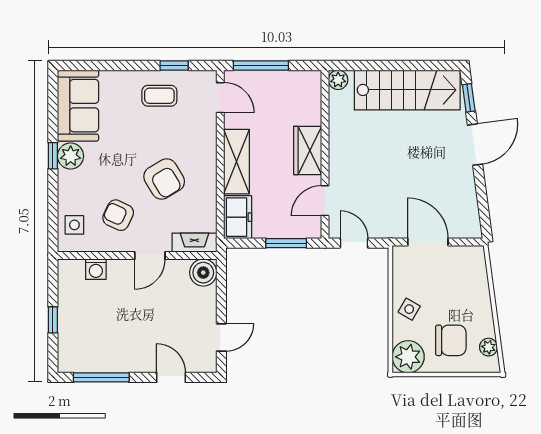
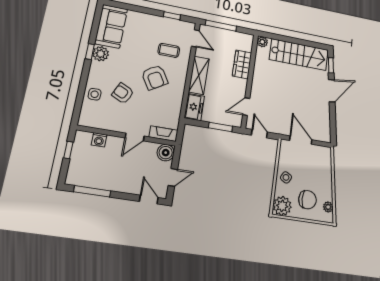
coffee table: (159, 96) -> (169, 50), moved
wardrobe: (308, 150) -> (242, 64), moved
fireplace: (194, 243) -> (163, 134), moved
wall: (137, 256) -> (127, 136), moved
door: (150, 256) -> (135, 137), moved
washing machine: (96, 269) -> (99, 140), moved
boiler: (203, 273) -> (166, 153), moved
door: (171, 377) -> (149, 200), moved

